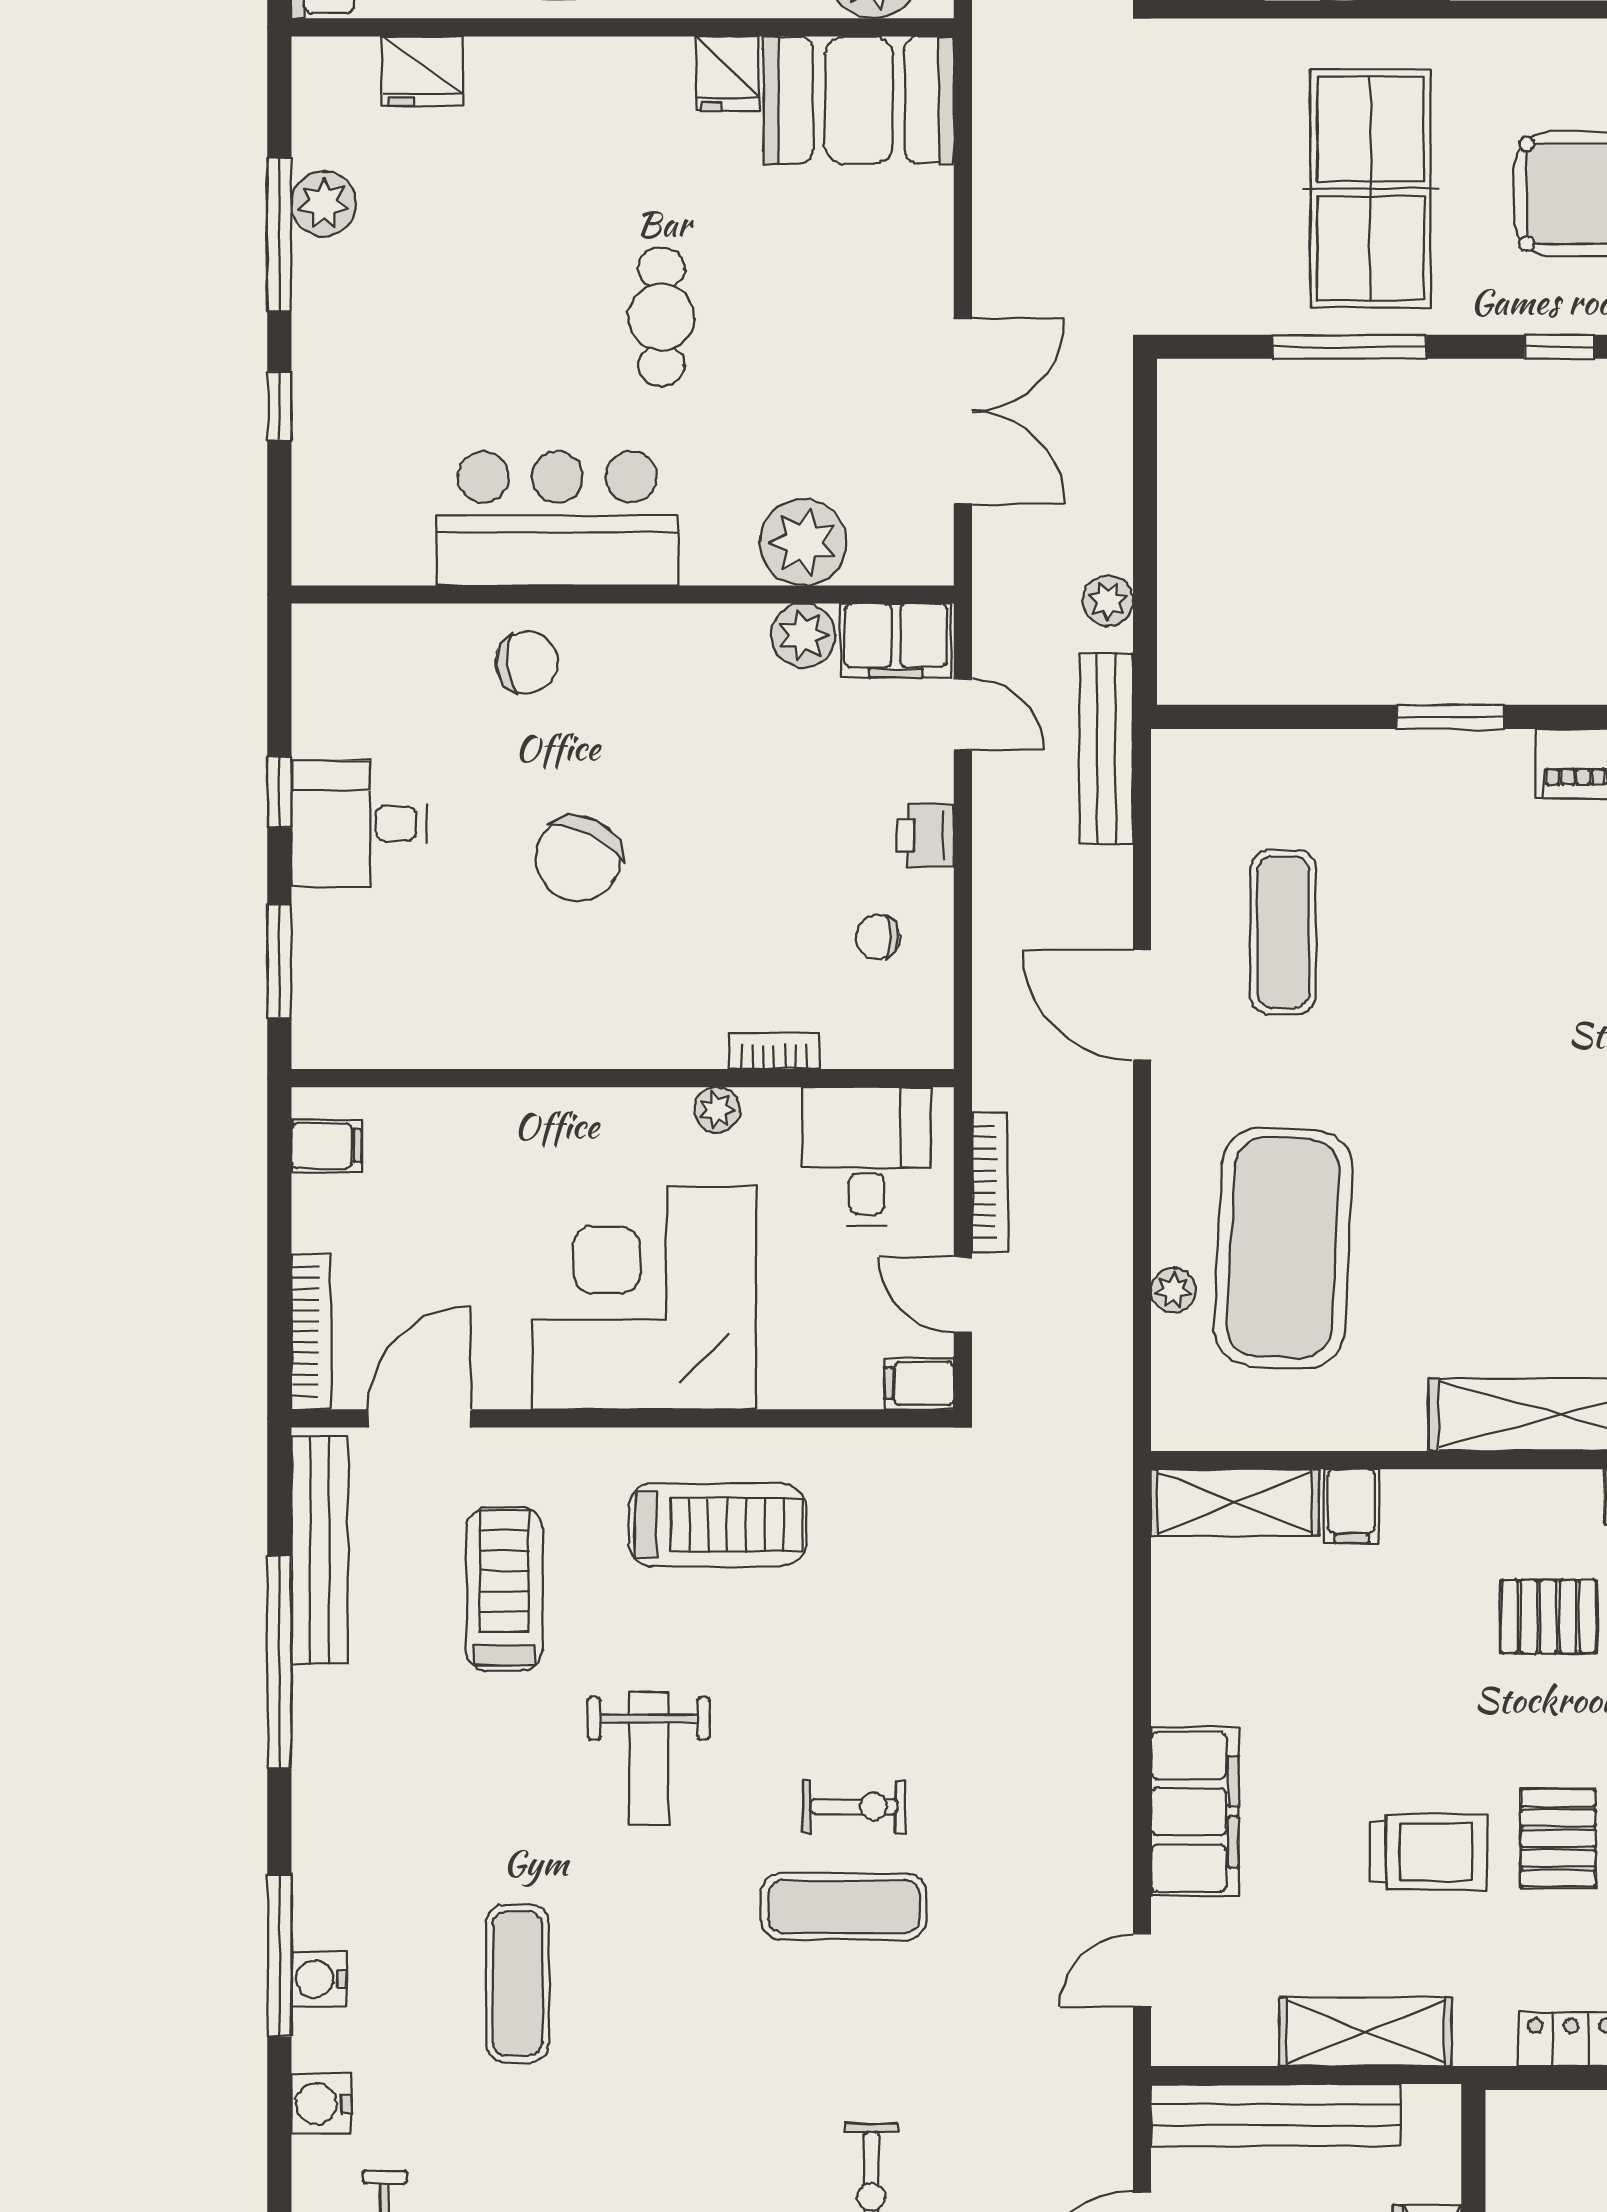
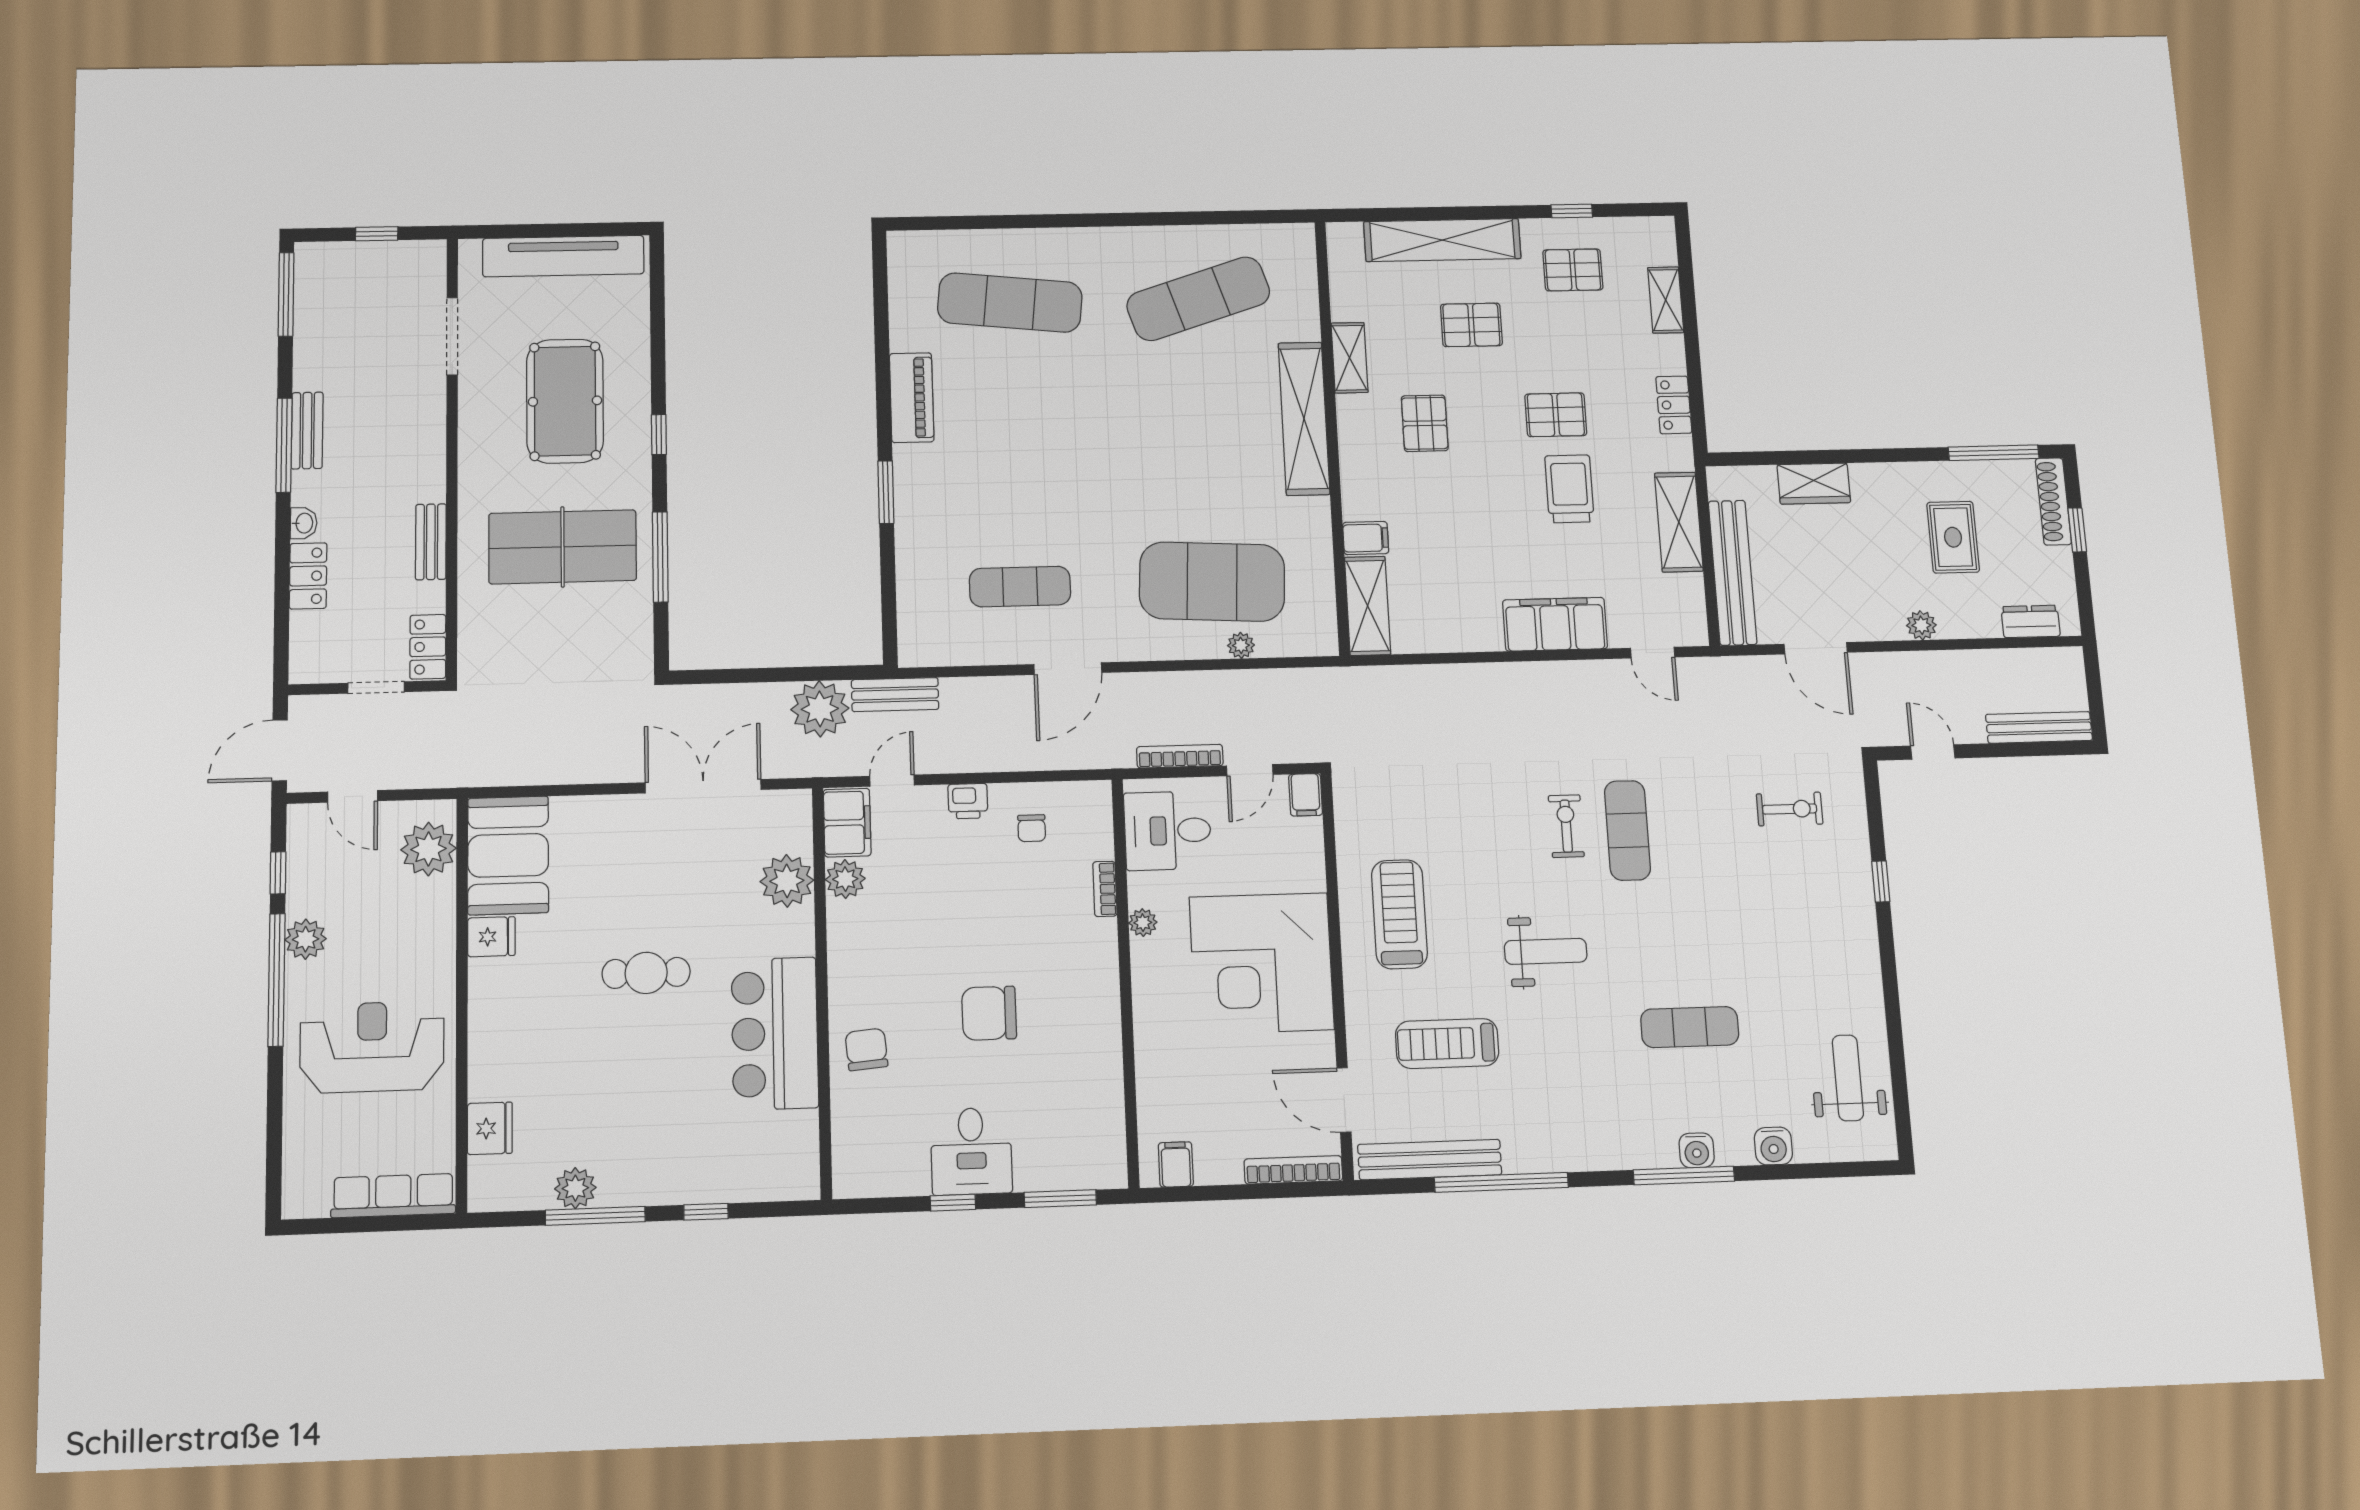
plant: (1108, 601) -> (820, 709), width x1.87, depth x1.87
bench: (1106, 749) -> (895, 695), width x0.73
chair: (578, 859) -> (989, 1013), turned 153

